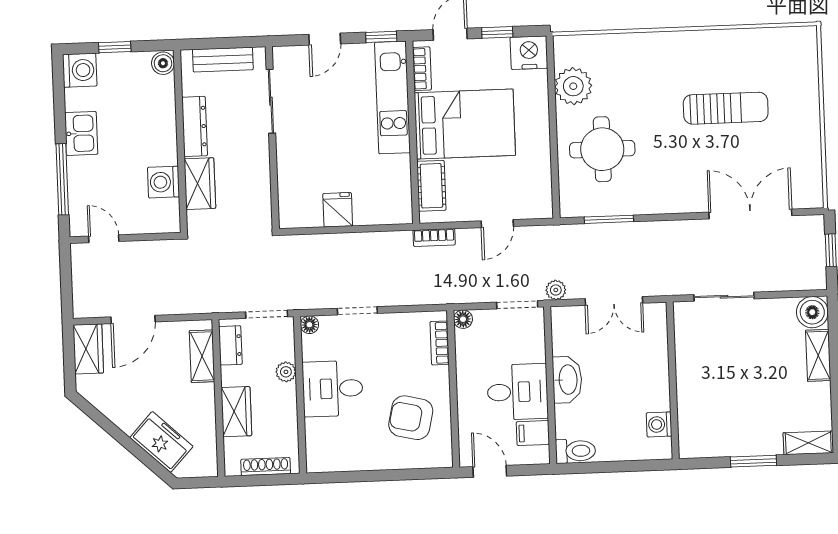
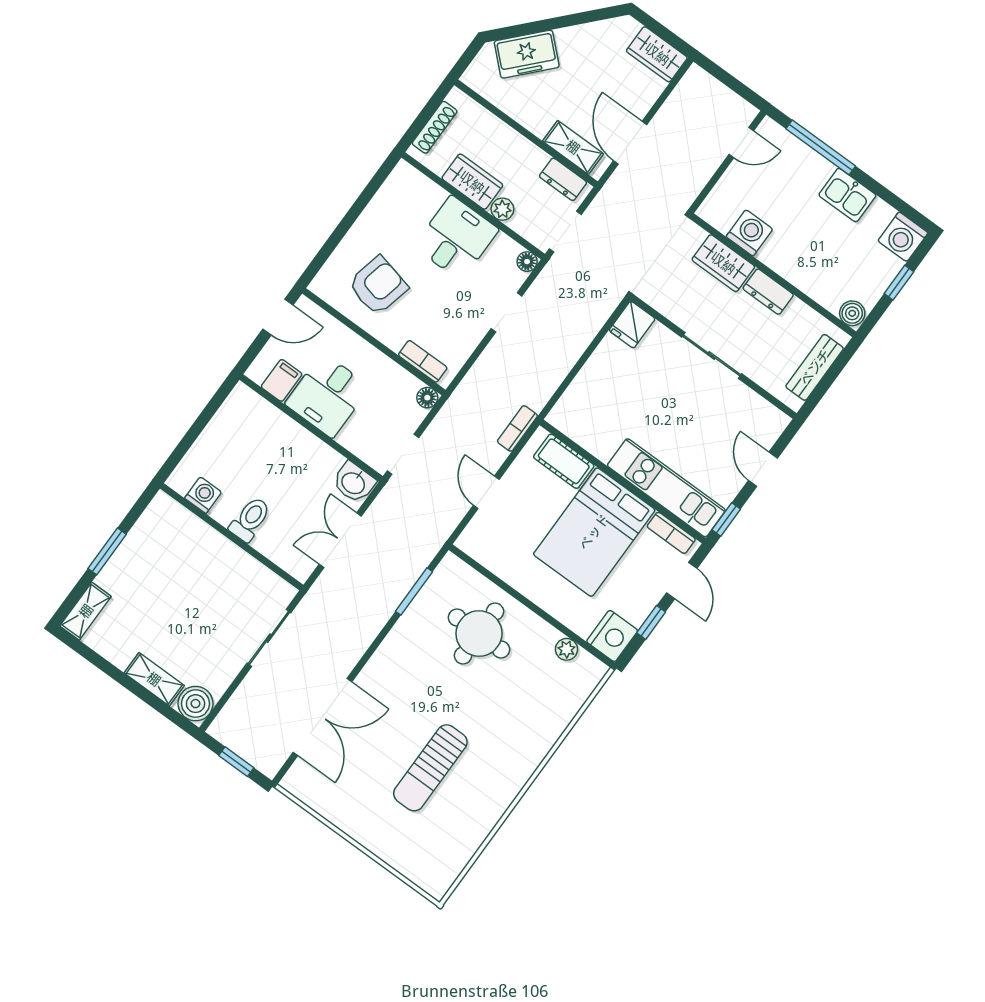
plant: (573, 86) -> (566, 649), width x0.53, depth x0.53
sliding door: (271, 101) -> (712, 356), moved
dresser: (195, 126) -> (768, 292), width x0.70
fridge: (338, 210) -> (632, 325), moved, turned 90
plant: (556, 290) -> (389, 498), removed
door: (133, 319) -> (630, 143), moved
washbasin: (567, 380) -> (354, 483), moved, width x0.72
wardrobe: (236, 412) -> (472, 182), moved, turned 180
toilet: (575, 451) -> (250, 519), moved, turned 180

